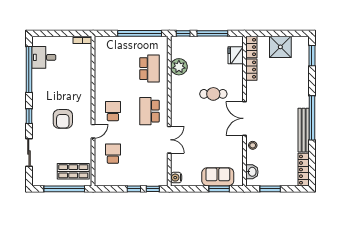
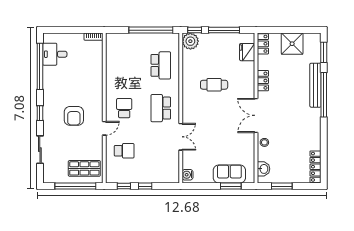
plant: (179, 67) -> (190, 41), moved
locker: (251, 70) -> (263, 81), moved
cafe table: (213, 94) -> (214, 85), moved
window: (312, 118) -> (324, 95), moved
bench: (304, 130) -> (315, 85), moved
school desk: (113, 154) -> (124, 151), turned 90
window: (153, 189) -> (124, 186), moved

